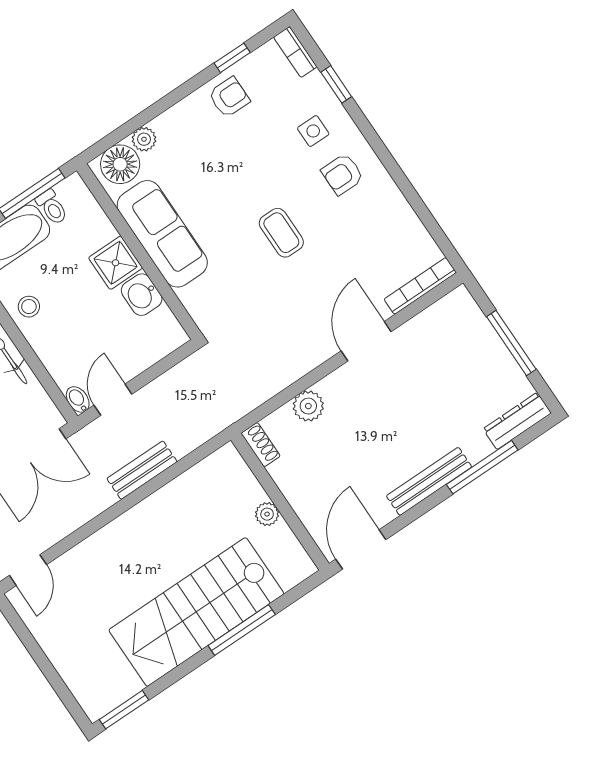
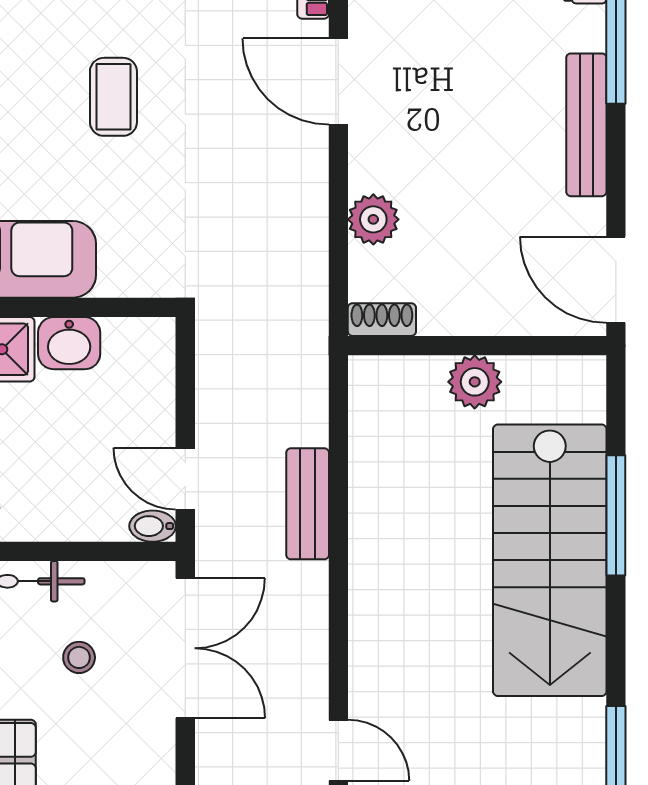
coffee table: (281, 233) -> (113, 97), turned 90
plant: (267, 514) -> (475, 382), width x1.38, depth x1.38

